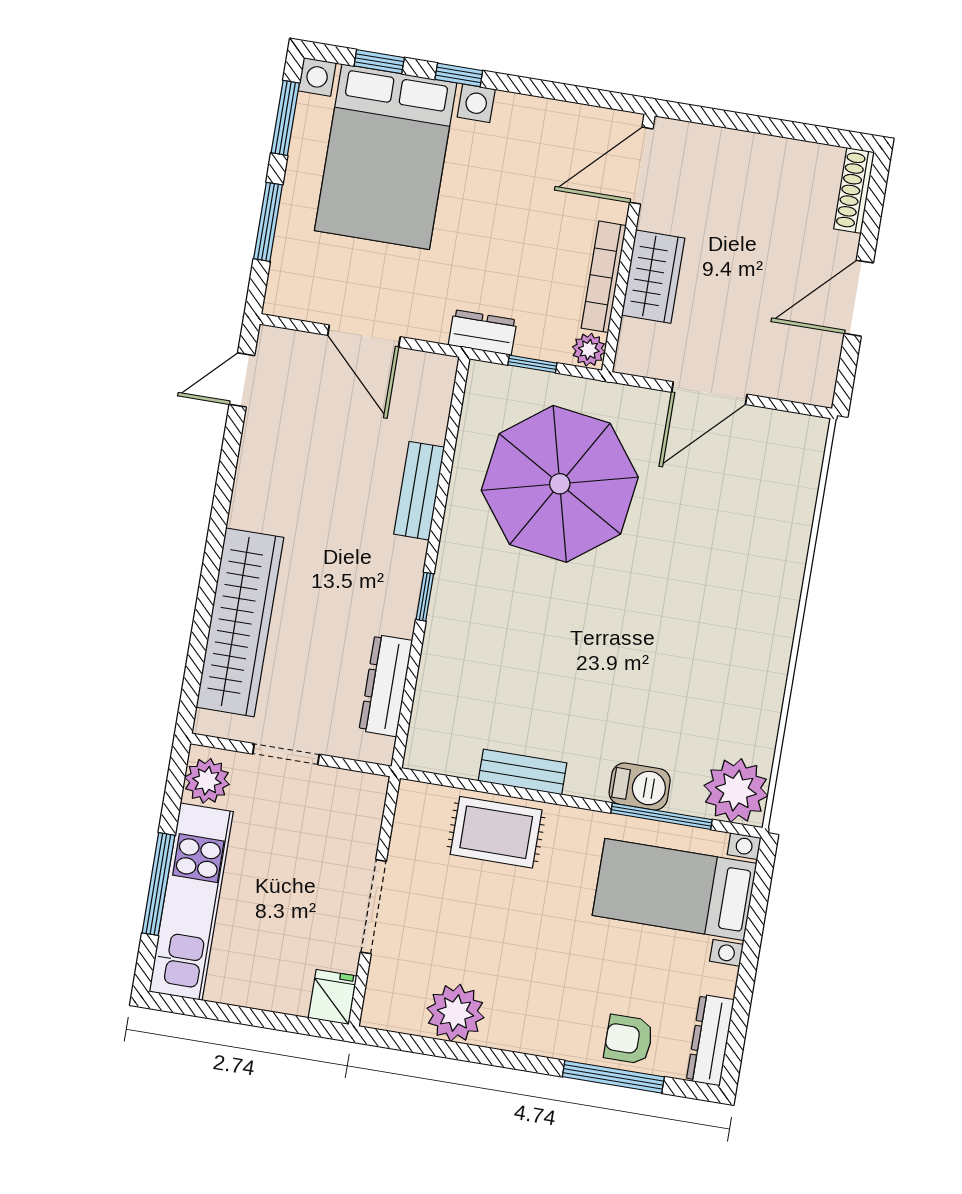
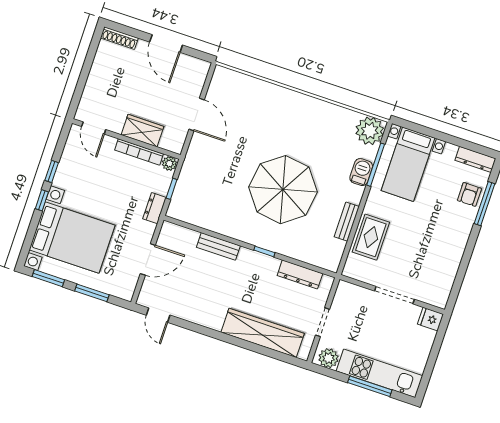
window: (379, 62) -> (52, 171), moved
door: (641, 166) -> (94, 128), width x0.73
parasol: (560, 484) -> (283, 190), moved
plant: (455, 1013) -> (446, 267), removed

